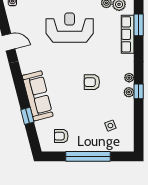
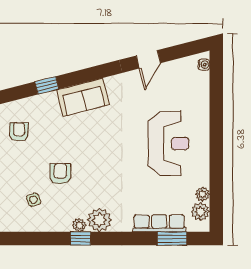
plant: (129, 78) -> (99, 220), width x1.88, depth x1.88
armchair: (92, 82) -> (60, 174), moved
sofa: (38, 96) -> (83, 97), width x0.73

